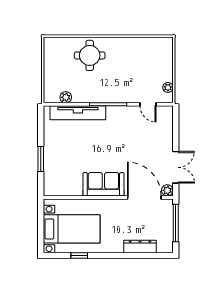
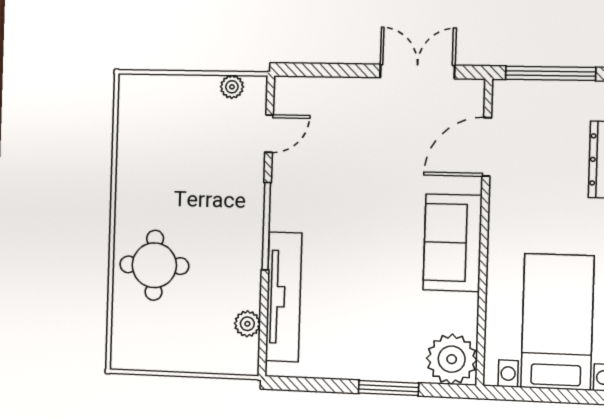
plant: (167, 190) -> (452, 359), moved, width x1.87, depth x1.87
door: (144, 197) -> (487, 147), width x0.73

